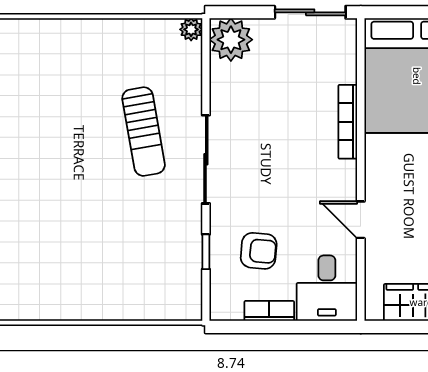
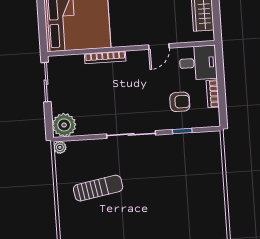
sun lounger: (144, 132) -> (98, 188), moved
armchair: (259, 251) -> (180, 102), turned 85

